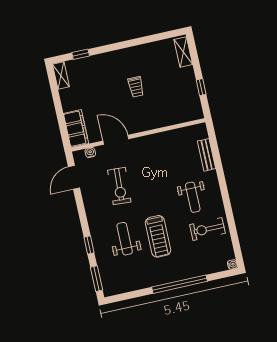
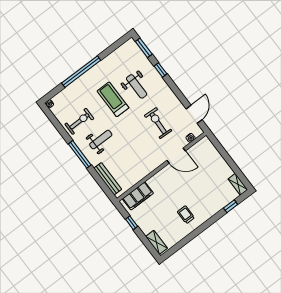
trolley: (136, 87) -> (186, 215), moved
filing cabinet: (76, 129) -> (138, 196), moved, turned -90
bench: (207, 155) -> (108, 179), width x1.36
window: (224, 191) -> (80, 154), added
weight bench: (193, 197) -> (101, 140), turned 90

